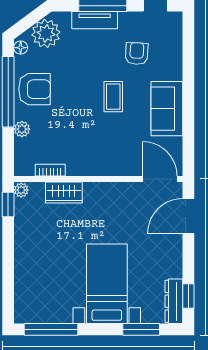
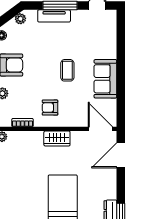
plant: (46, 33) -> (20, 19), width x0.53, depth x0.53
armchair: (137, 54) -> (50, 108), moved, turned -93
wardrobe: (64, 193) -> (57, 138), moved

